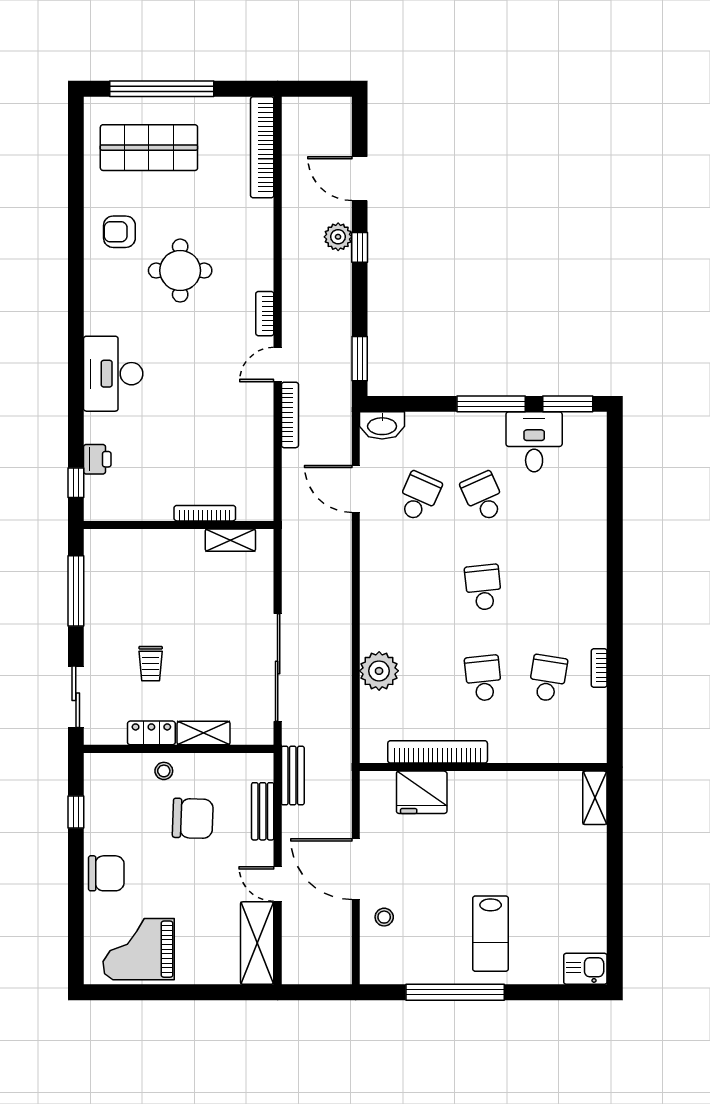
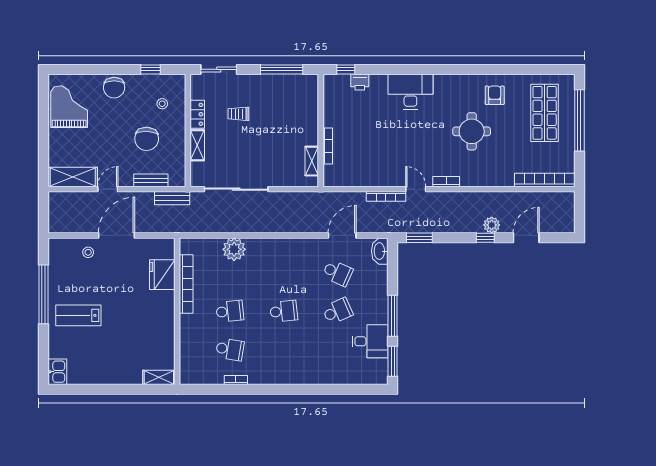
stool: (164, 771) -> (162, 104), moved

